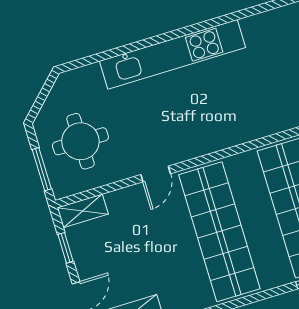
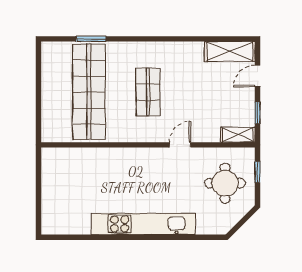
window: (42, 169) -> (257, 172), width x0.67
shop shelf: (219, 232) -> (148, 92), width x0.50, depth x0.74

